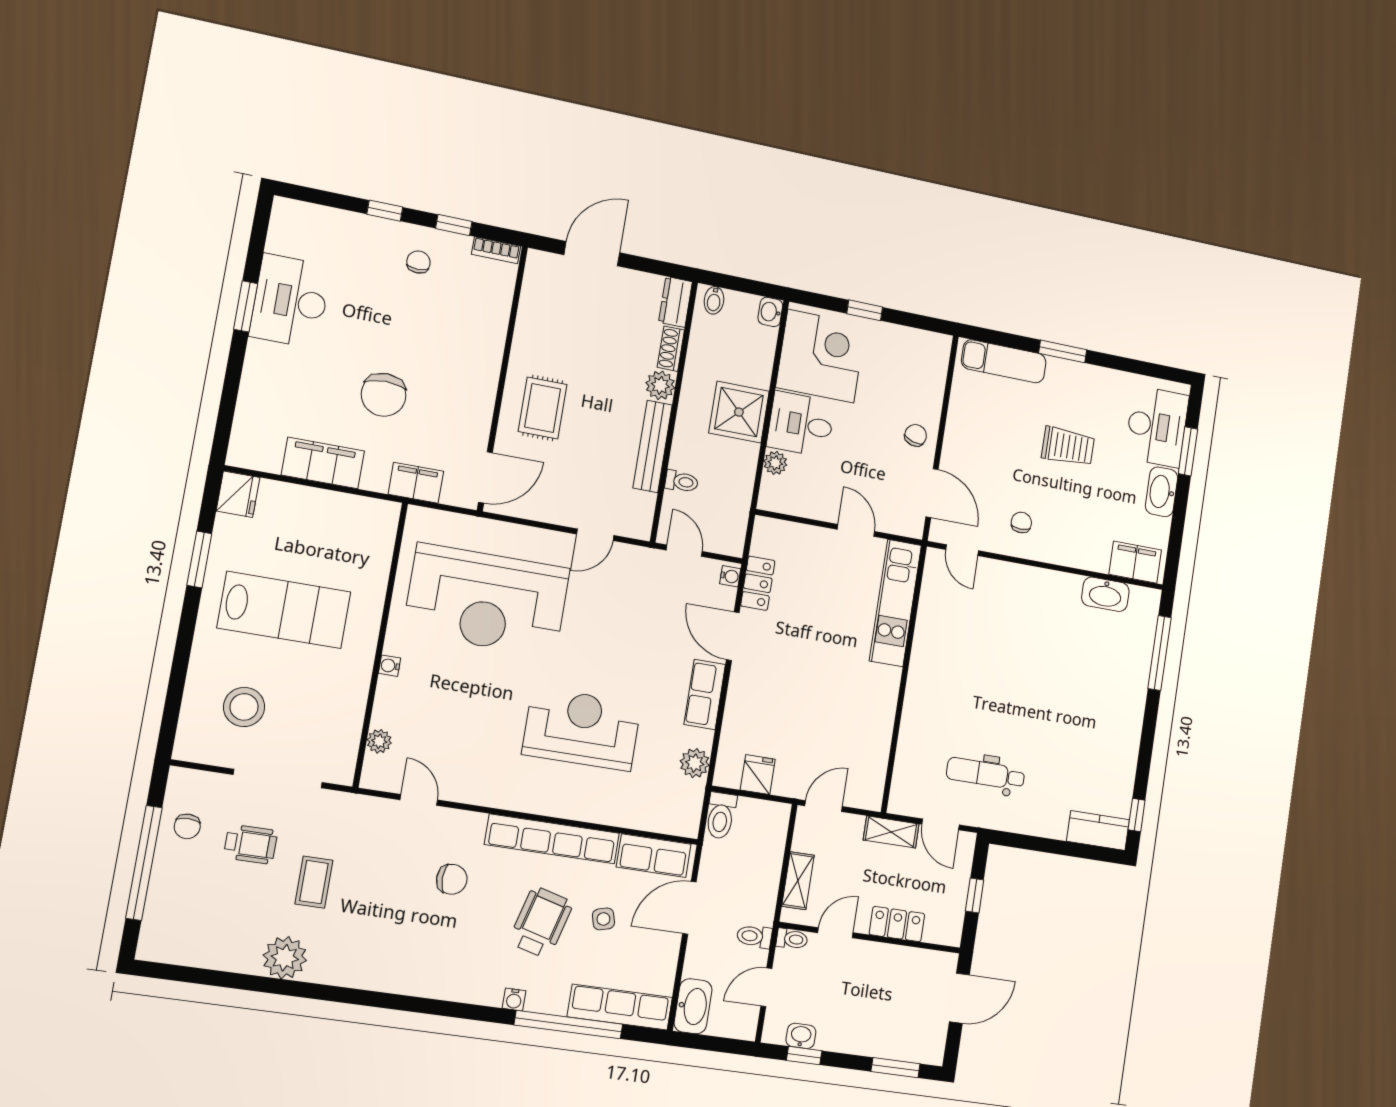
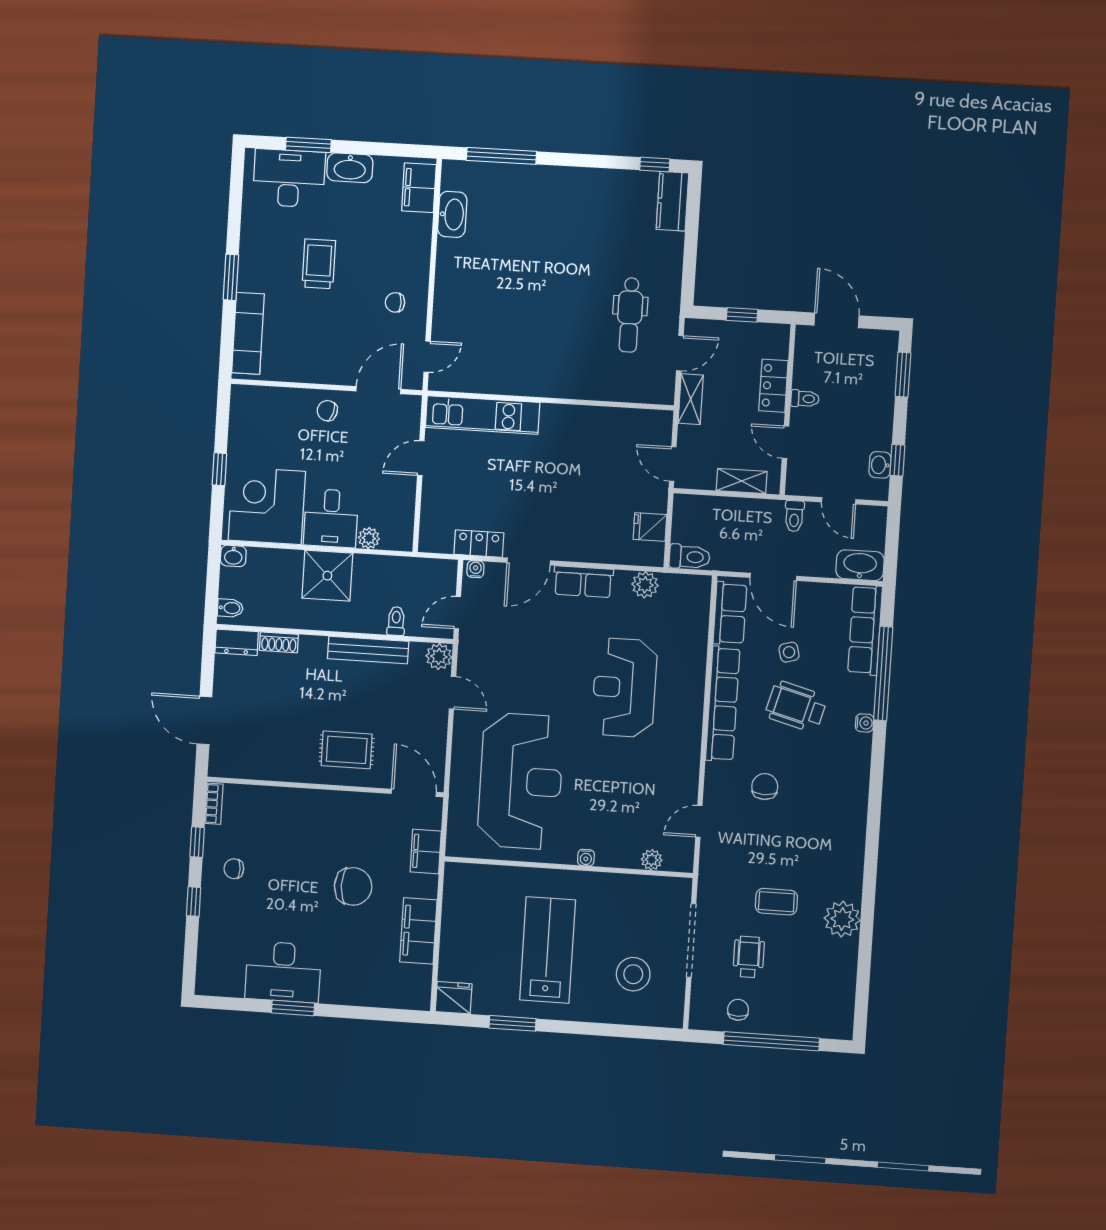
plant: (660, 385) -> (439, 657), moved
chair: (187, 826) -> (738, 1010), turned -90
toilet: (792, 939) -> (805, 399), moved, turned 90

